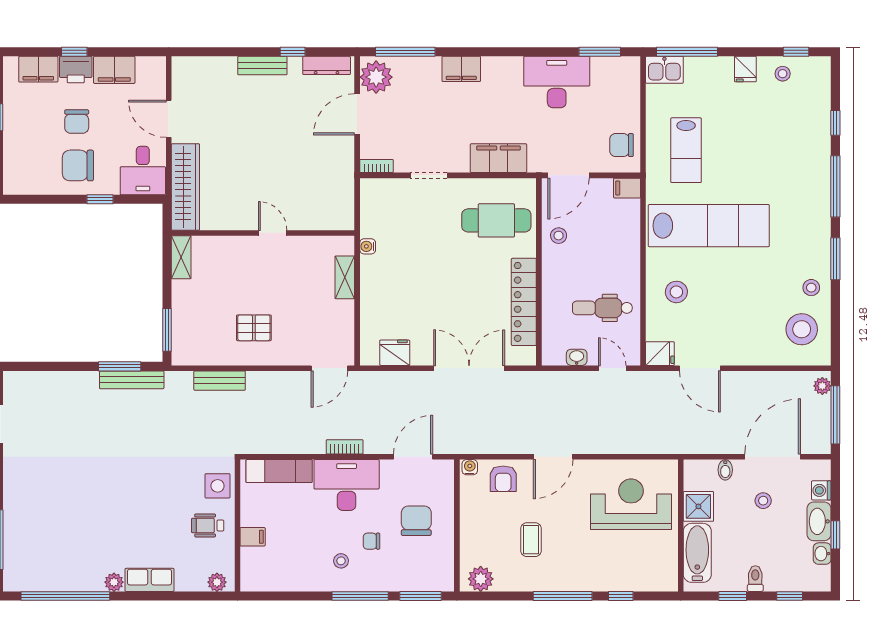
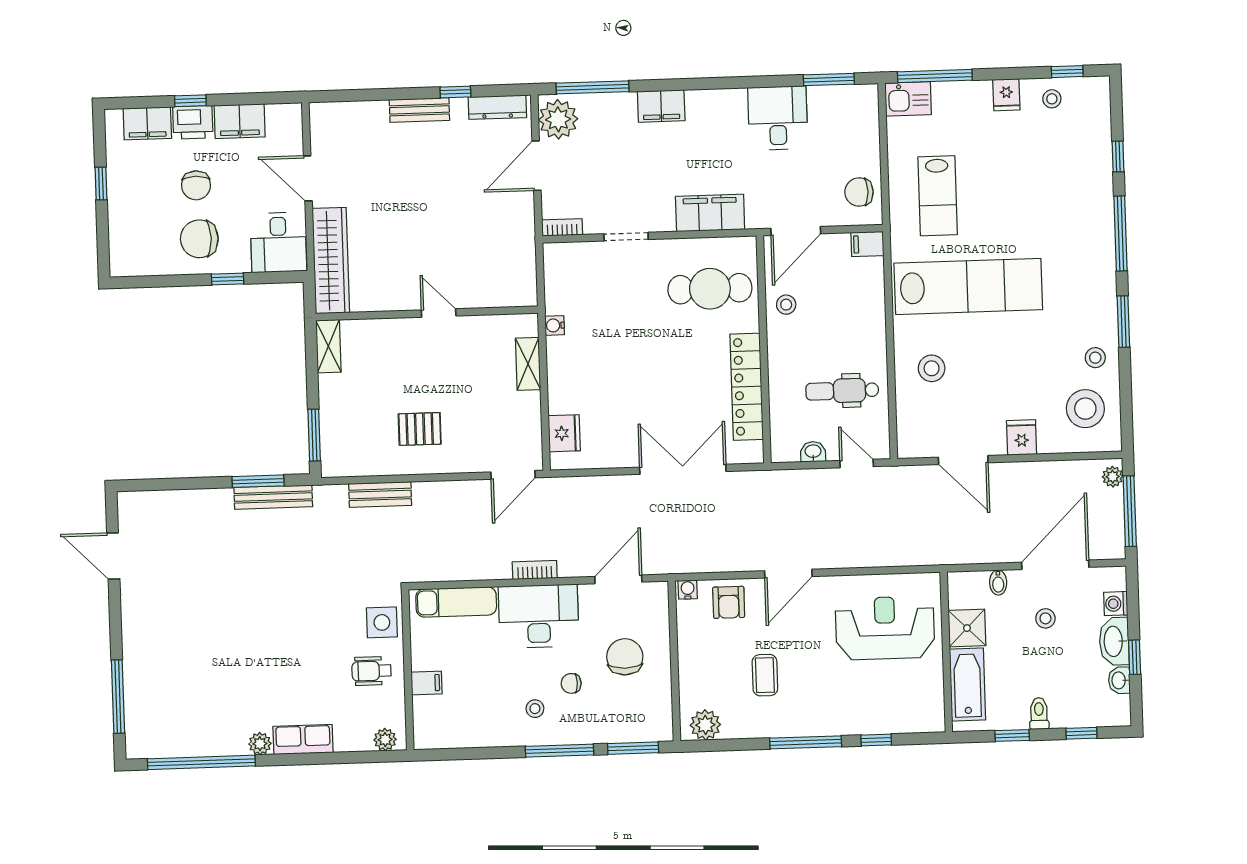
desk: (557, 82) -> (778, 118), width x0.73
fridge: (395, 353) -> (564, 433), moved, turned 90
fridge: (660, 354) -> (1022, 437), moved, turned -90

